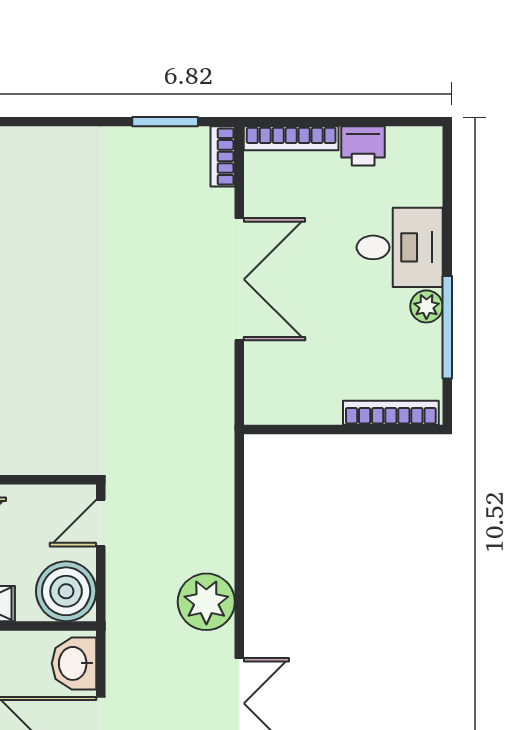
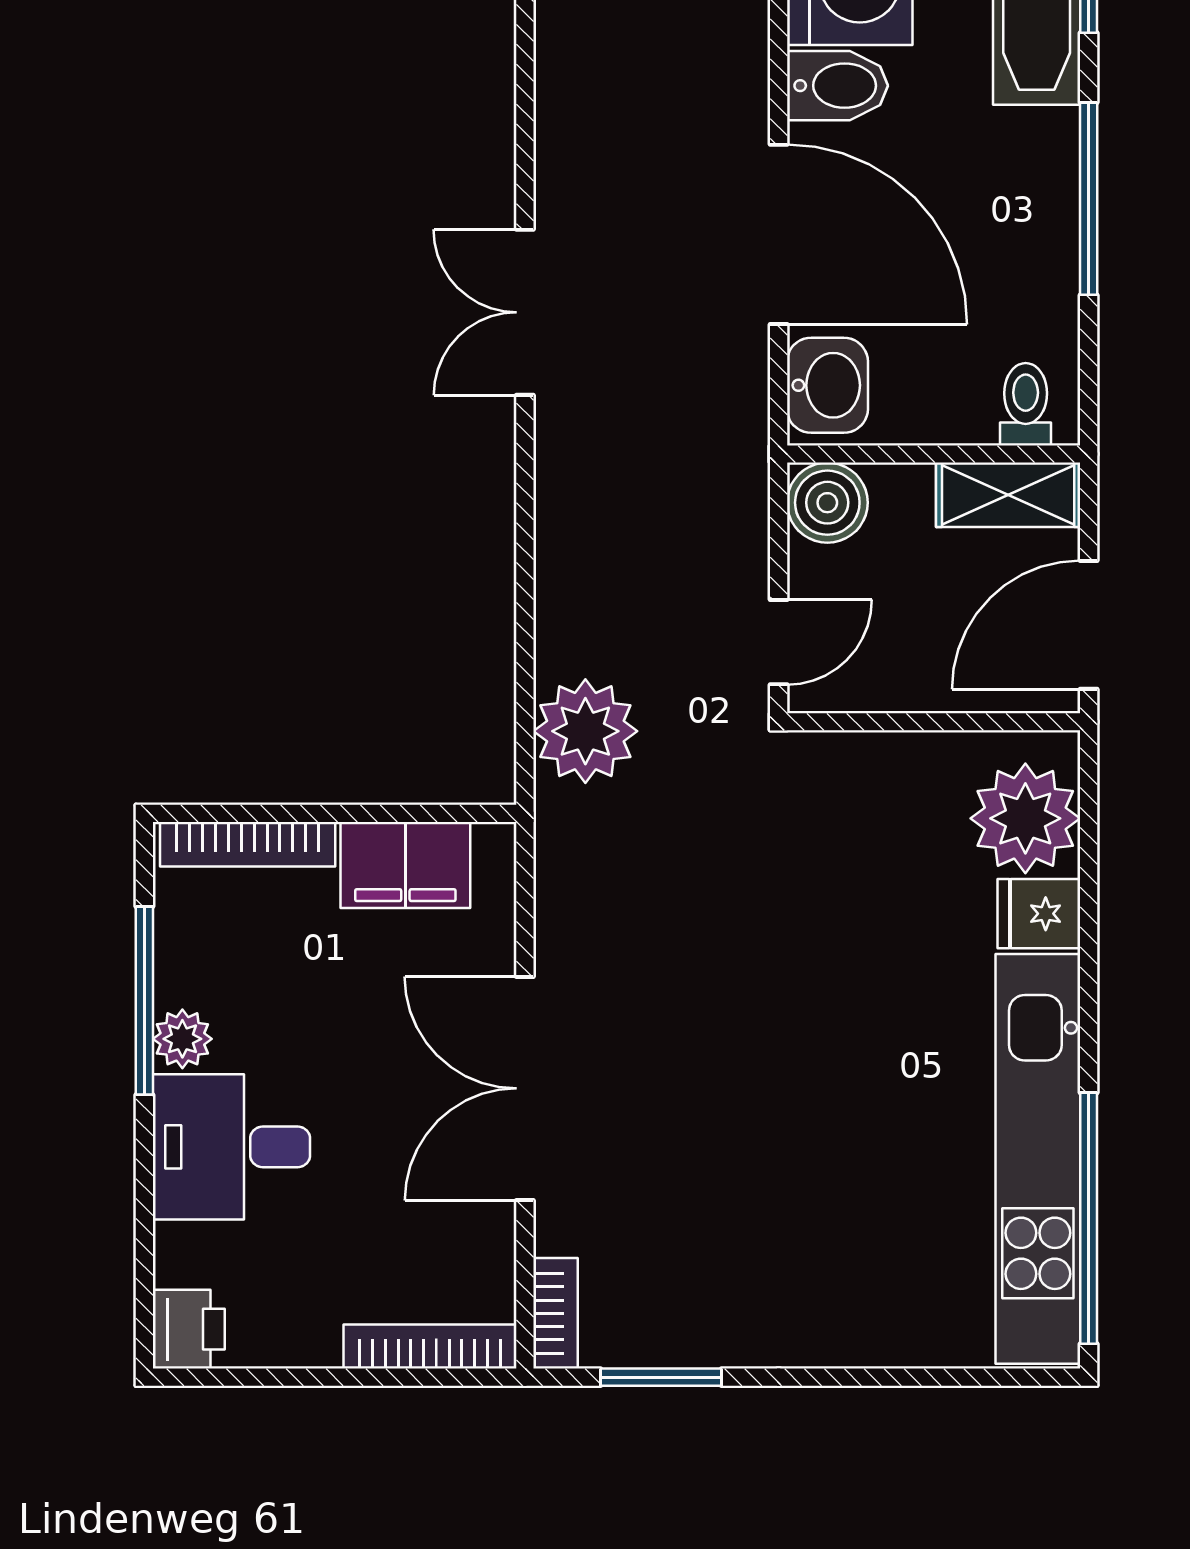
printer: (363, 146) -> (189, 1329), moved, turned 90
filing cabinet: (305, 401) -> (405, 865), added
boiler: (66, 591) -> (827, 503), width x0.73, depth x0.73
plant: (206, 602) -> (585, 731), moved

